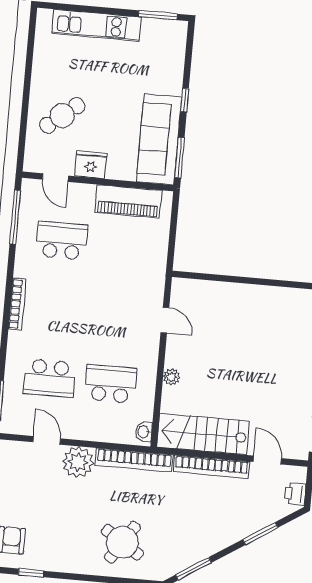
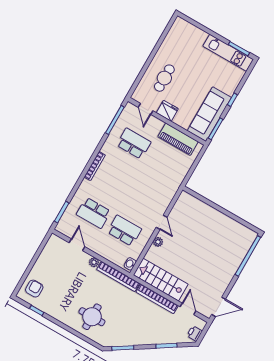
kitchen unit: (96, 25) -> (228, 53), moved
cafe table: (62, 116) -> (164, 78), turned -51
door: (165, 320) -> (162, 222), moved
plant: (78, 462) -> (94, 262), width x0.53, depth x0.53
round table: (122, 542) -> (92, 317), turned -33

